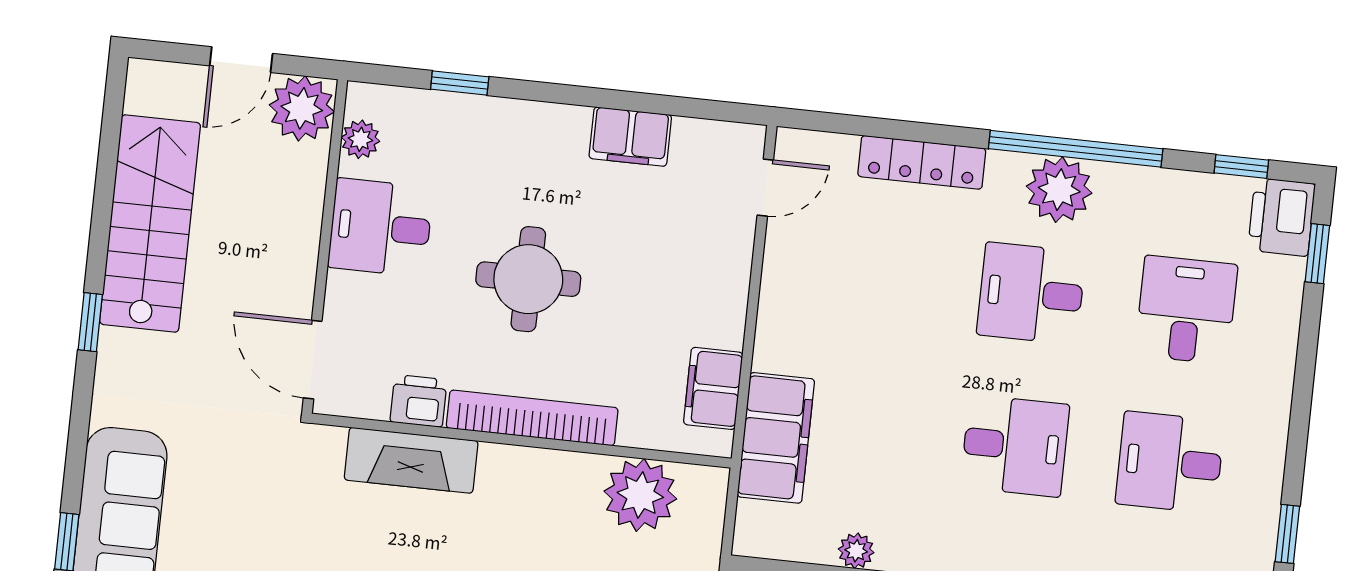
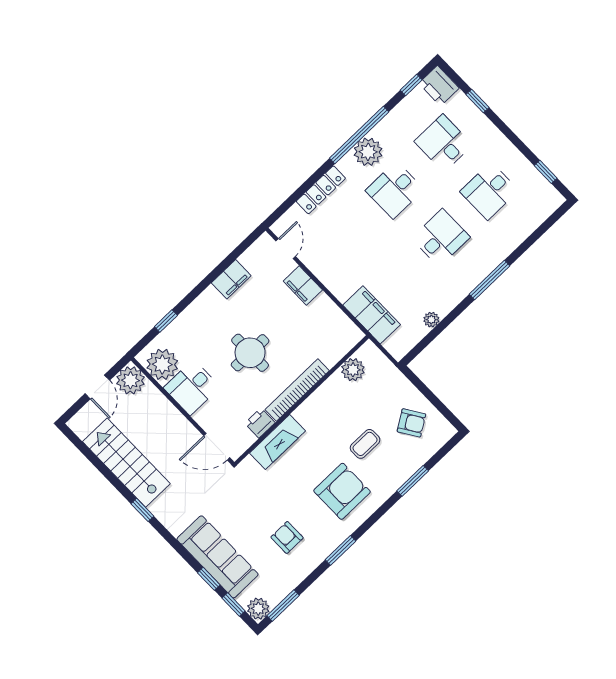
plant: (360, 139) -> (162, 364), width x1.87, depth x1.87
window: (1317, 254) -> (478, 101), moved
filing cabinet: (713, 388) -> (303, 286), moved
plant: (640, 495) -> (353, 370), width x0.73, depth x0.73

